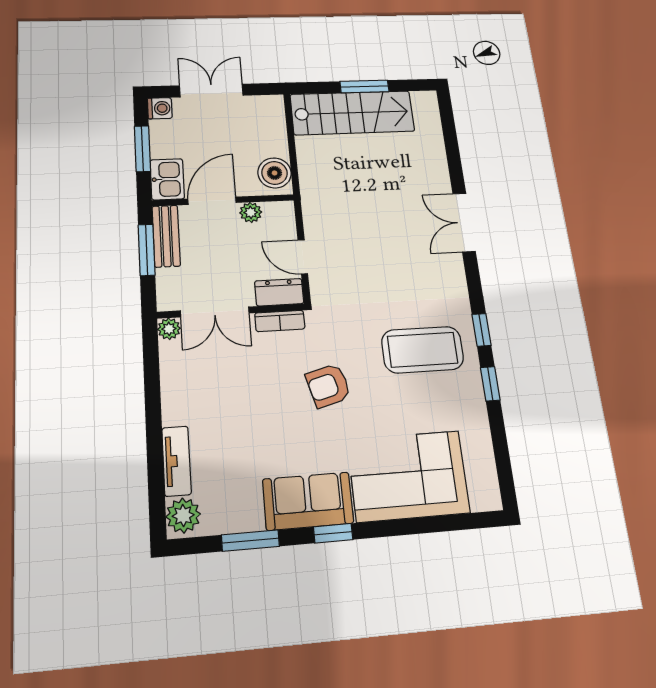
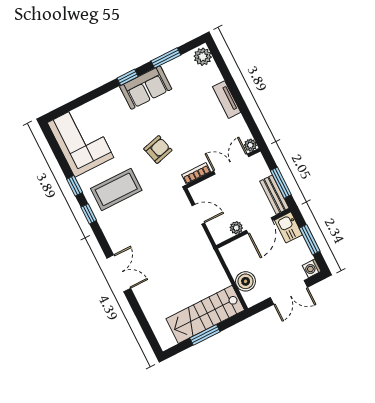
boiler: (275, 173) -> (246, 281), moved
dresser: (279, 292) -> (203, 189), removed
tv unit: (176, 461) -> (227, 100), moved
corner sofa: (408, 476) -> (81, 140), moved, turned -90

